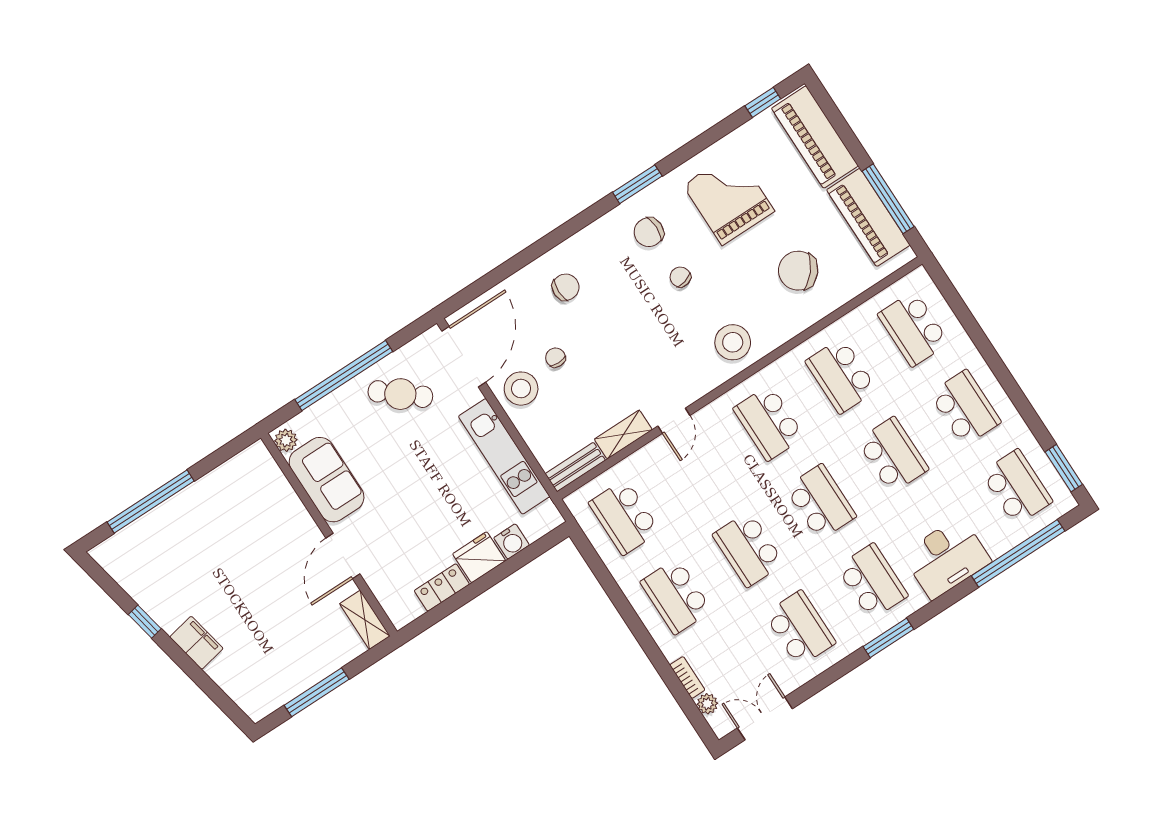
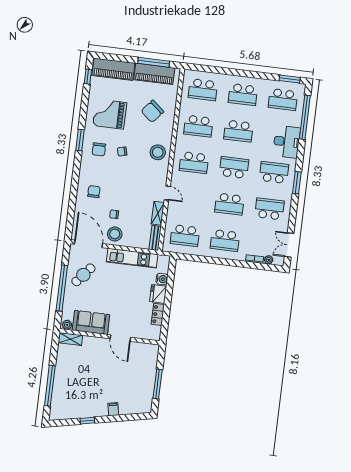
school desk: (965, 408) -> (243, 95), turned 180
school desk: (893, 455) -> (238, 131), turned 180
school desk: (1017, 487) -> (283, 99), turned 180
shelving: (365, 620) -> (70, 339), moved
filing cabinet: (196, 643) -> (113, 409), width x0.50

